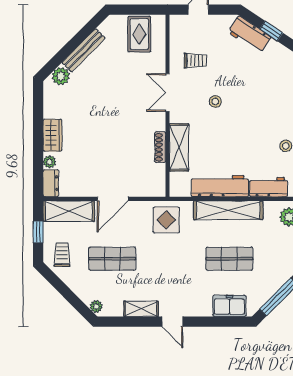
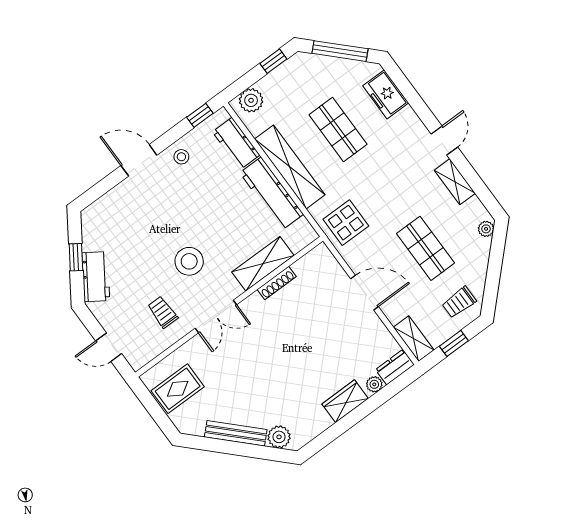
stool: (215, 101) -> (189, 261), width x1.89, depth x1.89
shelving: (69, 211) -> (414, 339), width x0.67, depth x0.75

